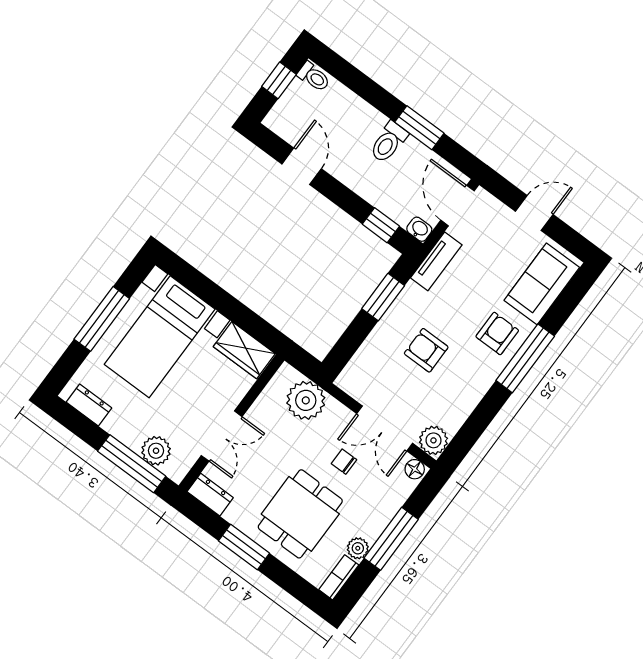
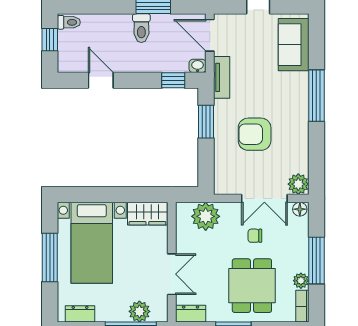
armchair: (497, 333) -> (289, 93), removed
armchair: (426, 350) -> (255, 134), width x1.38, depth x1.38

